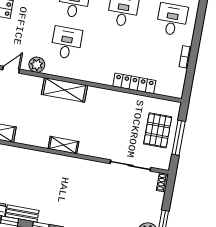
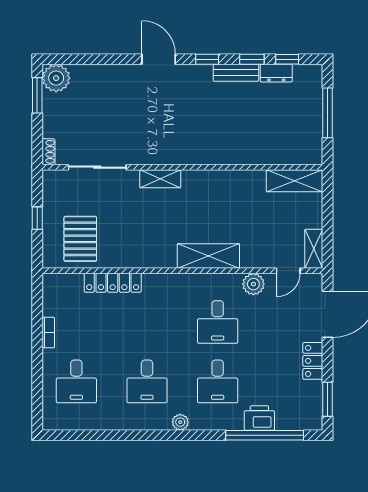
pallet: (158, 130) -> (80, 239), moved
window: (179, 138) -> (37, 218), width x0.46
shelving: (63, 145) -> (160, 179), moved

